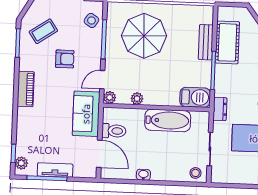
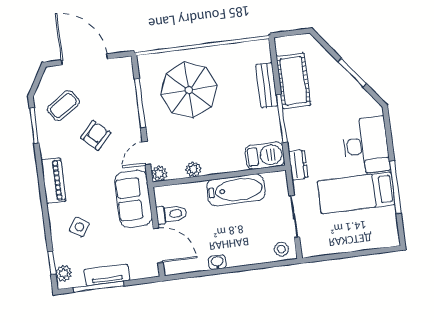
side table: (91, 20) -> (79, 227), moved
armchair: (65, 59) -> (96, 135), turned -47

